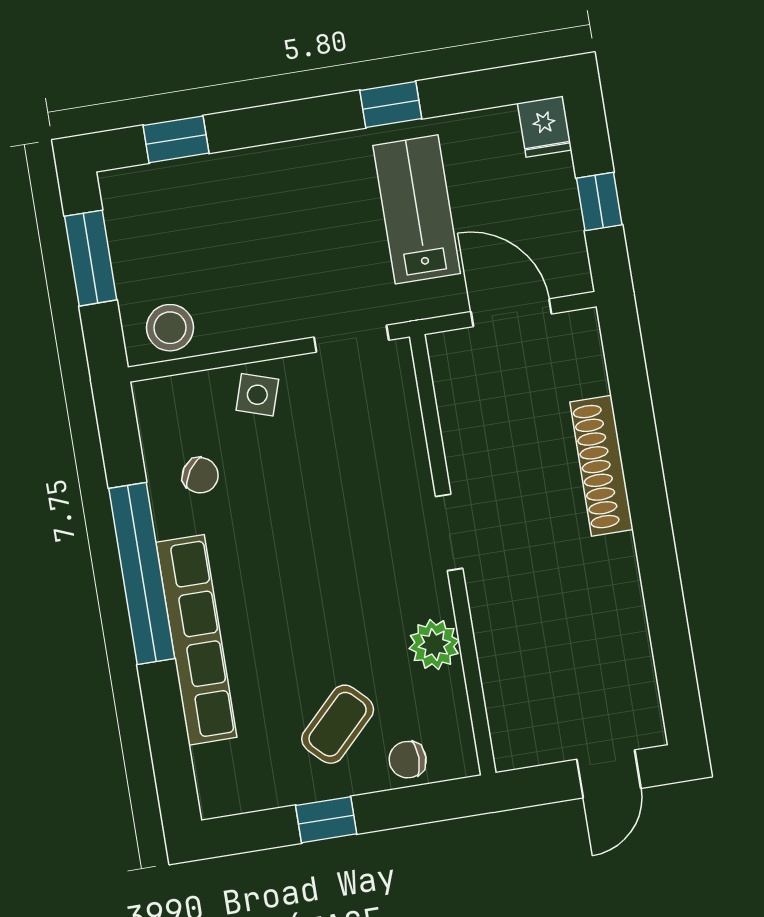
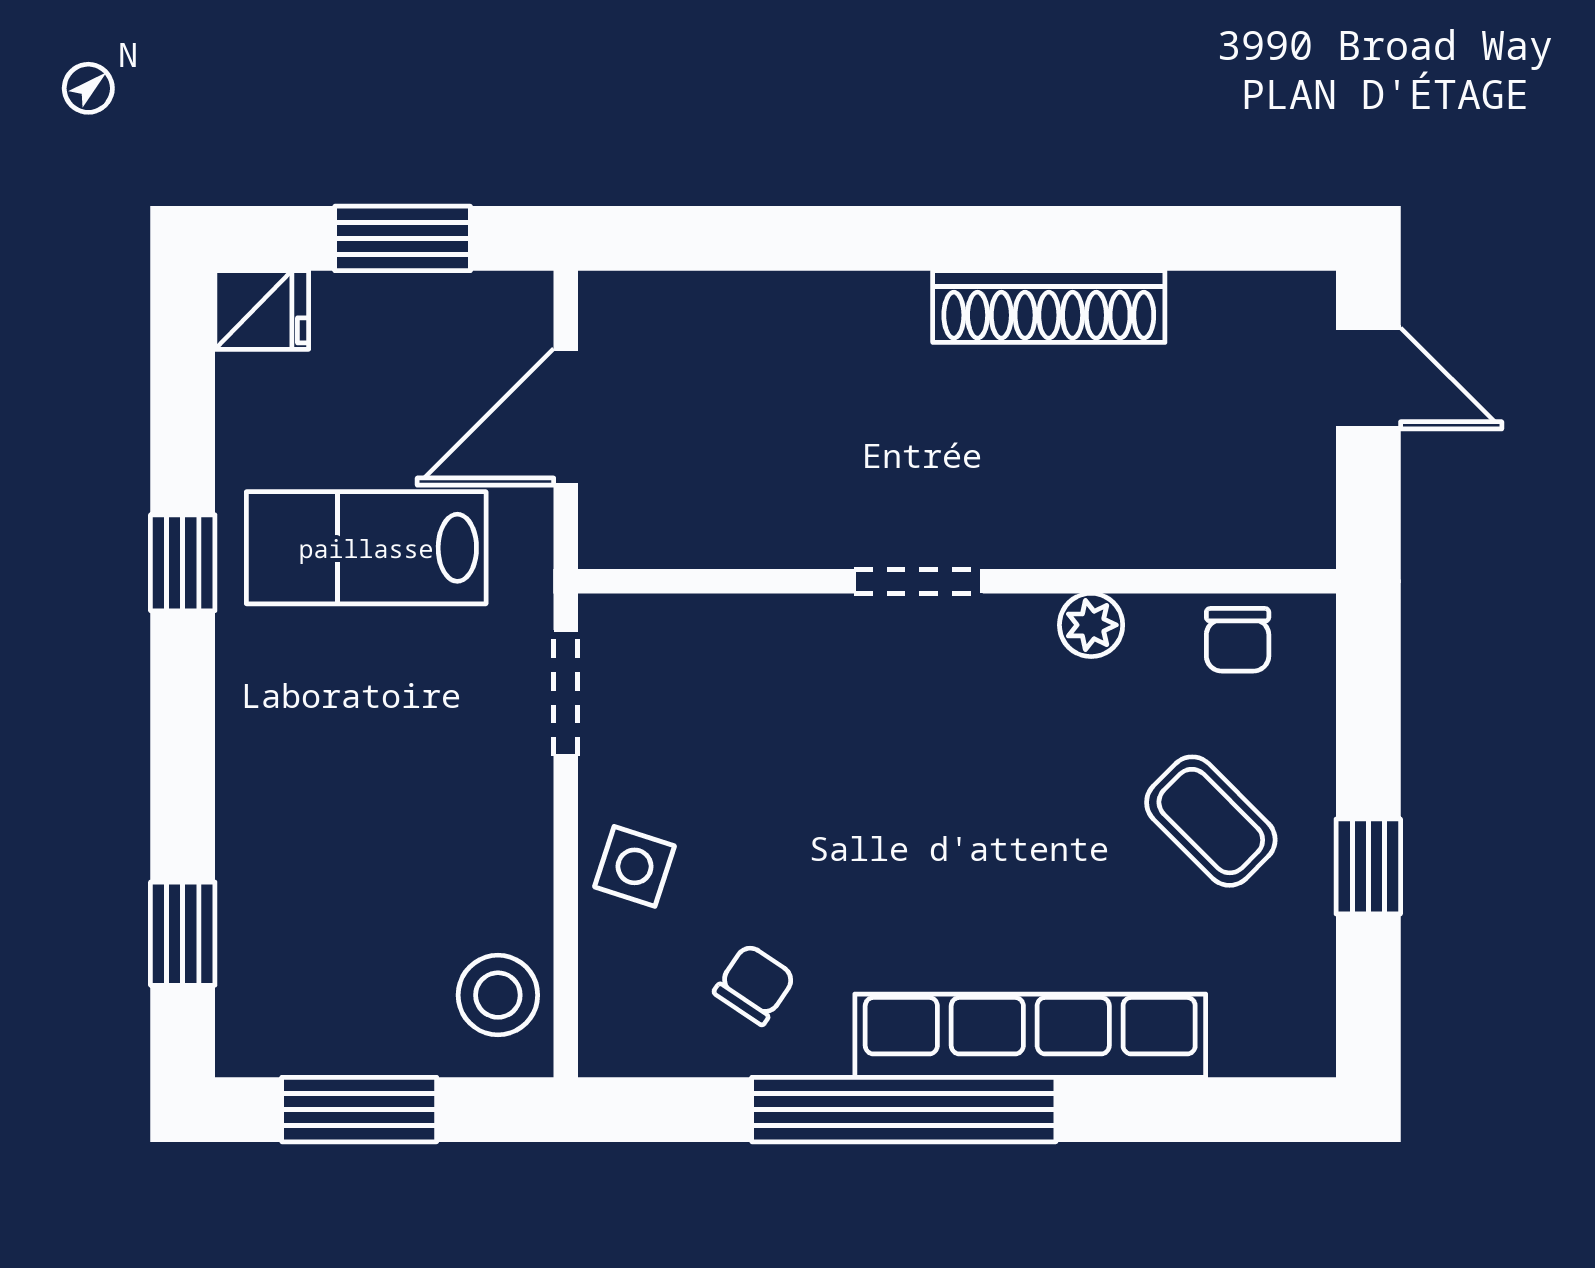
window: (599, 201) -> (403, 238), width x1.50
shoe rack: (602, 466) -> (1049, 307), moved
plant: (434, 644) -> (1091, 625), width x0.73, depth x0.73
chair: (408, 760) -> (1238, 640), moved

